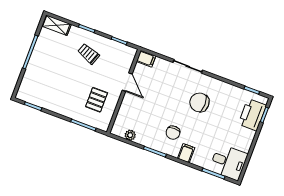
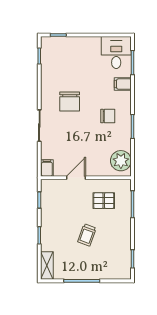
trolley: (88, 54) -> (87, 235), moved
printer: (252, 115) -> (63, 47), removed
plant: (130, 135) -> (121, 161), width x1.88, depth x1.88
filing cabinet: (186, 153) -> (123, 84), moved

